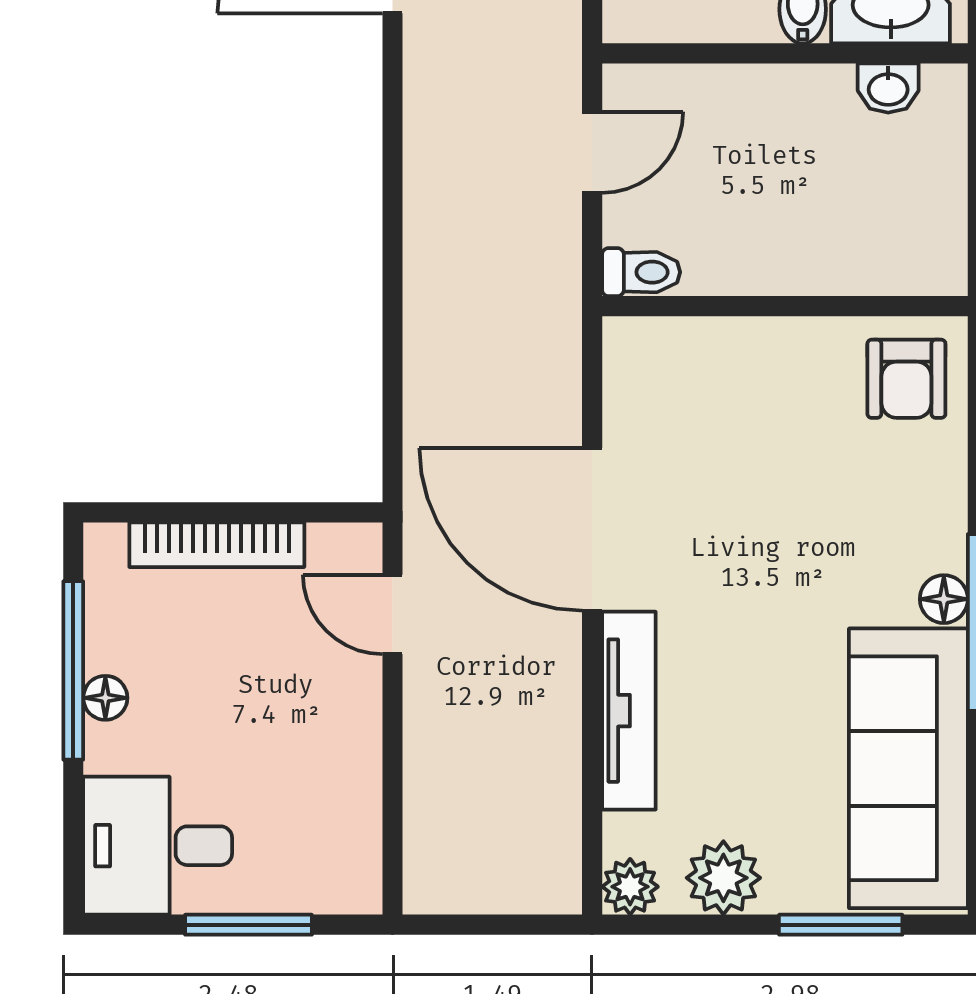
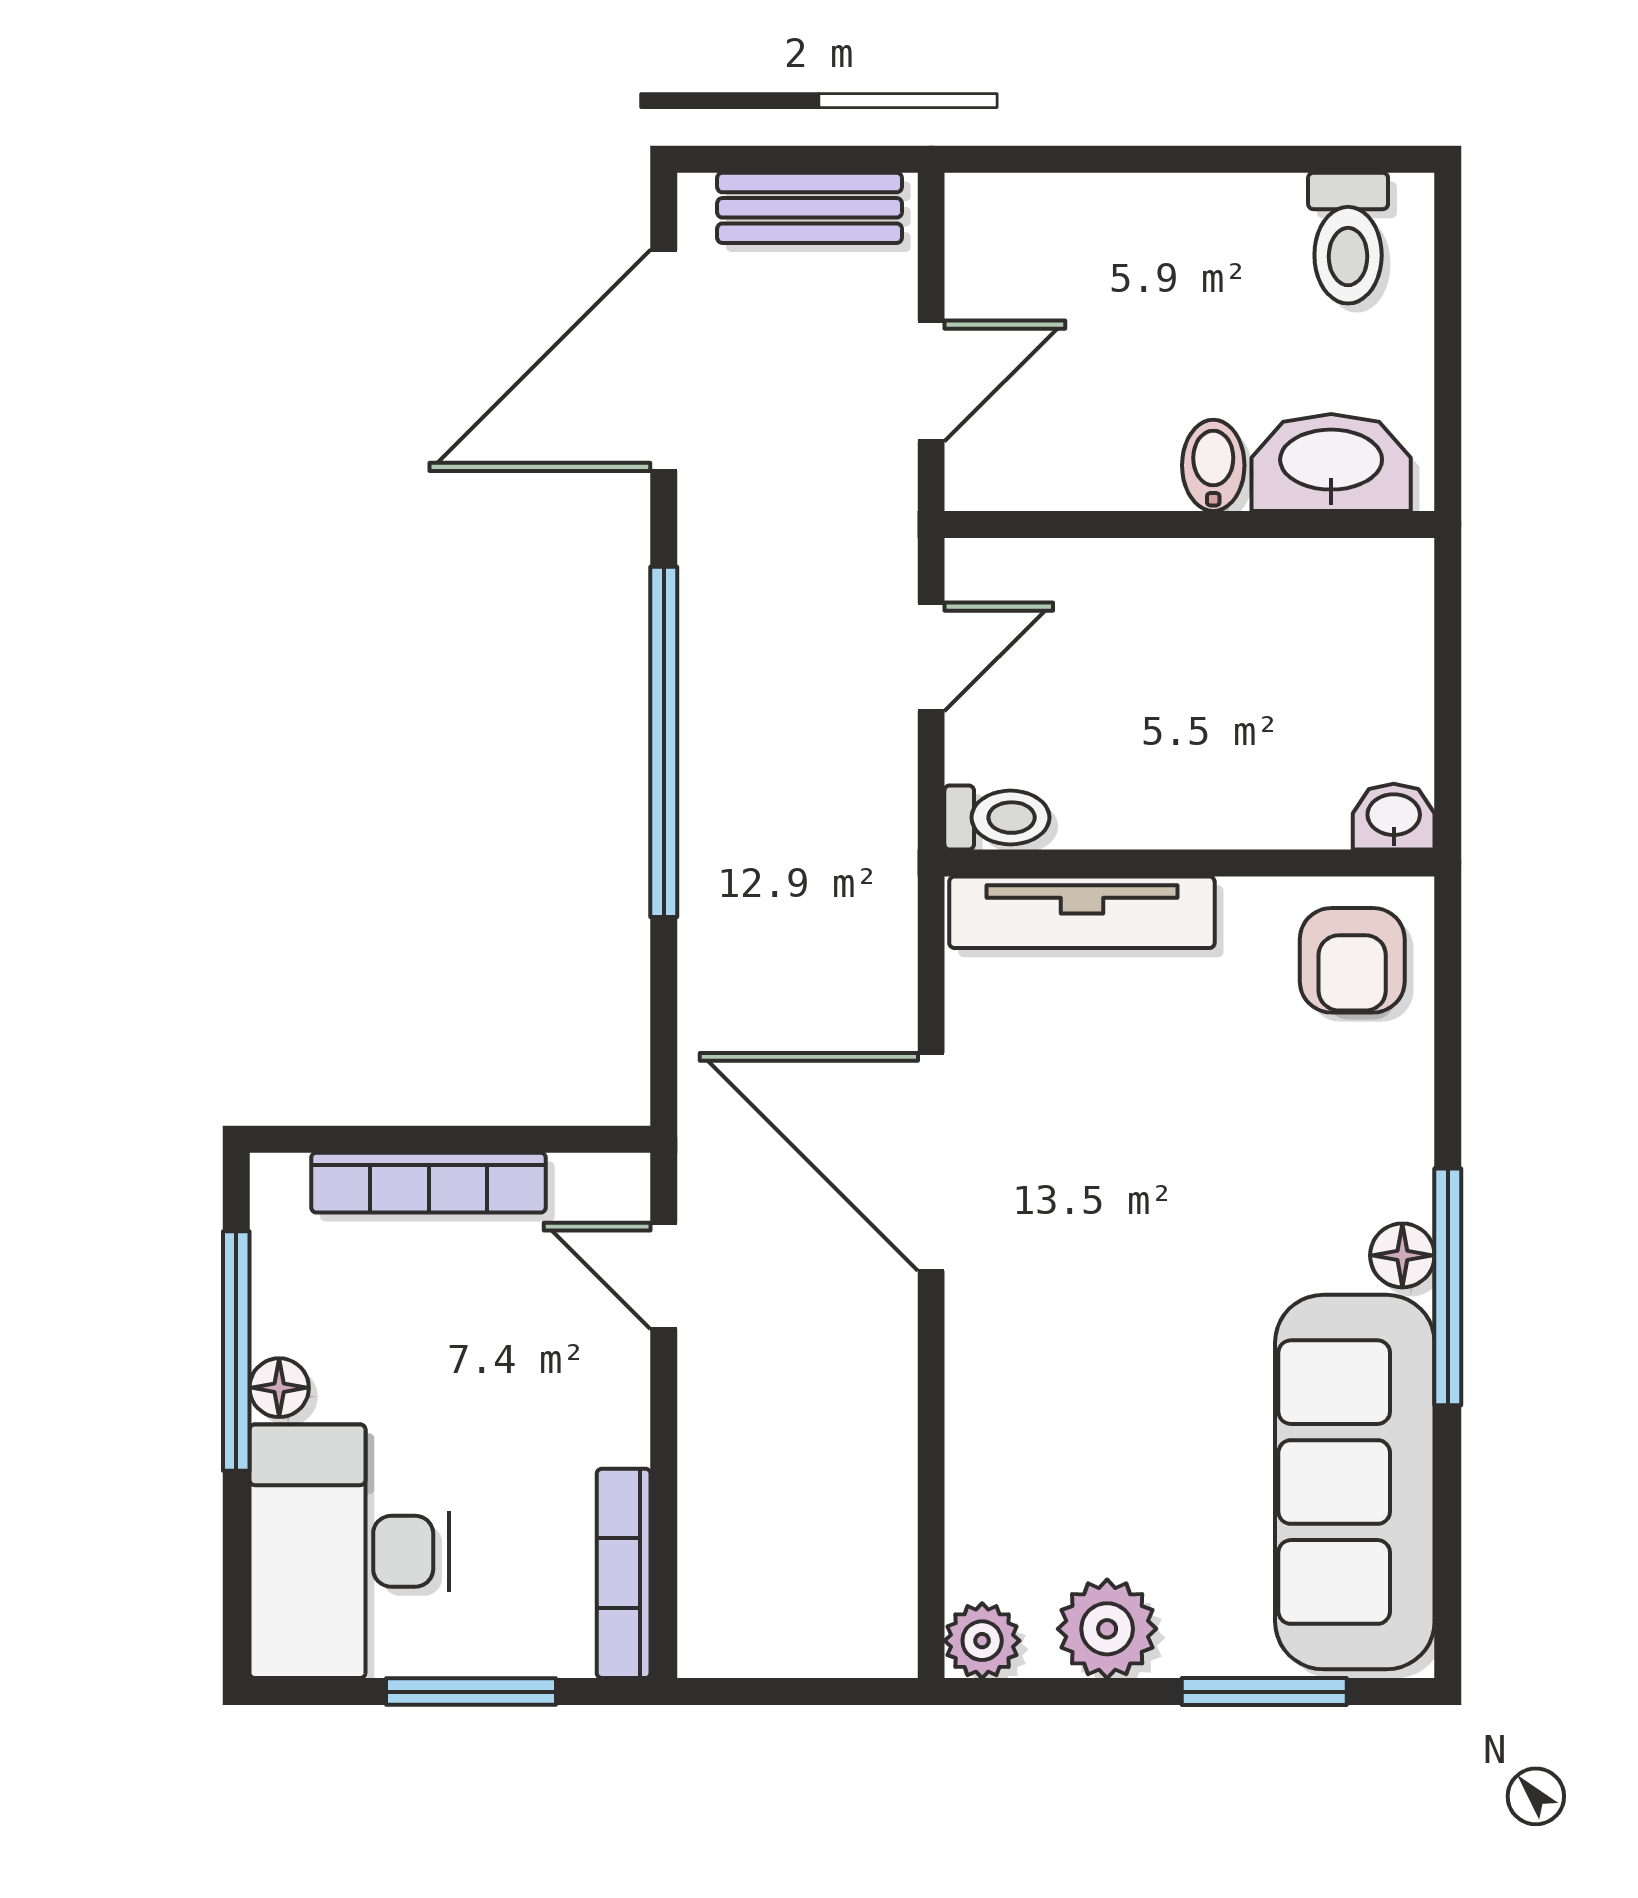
washbasin: (888, 88) -> (1394, 817), moved, turned 180
window: (393, 216) -> (664, 742), added
tv unit: (629, 711) -> (1082, 912), moved, turned 90
bookcase: (362, 836) -> (624, 1573), added
desk: (158, 846) -> (349, 1551), width x1.37

